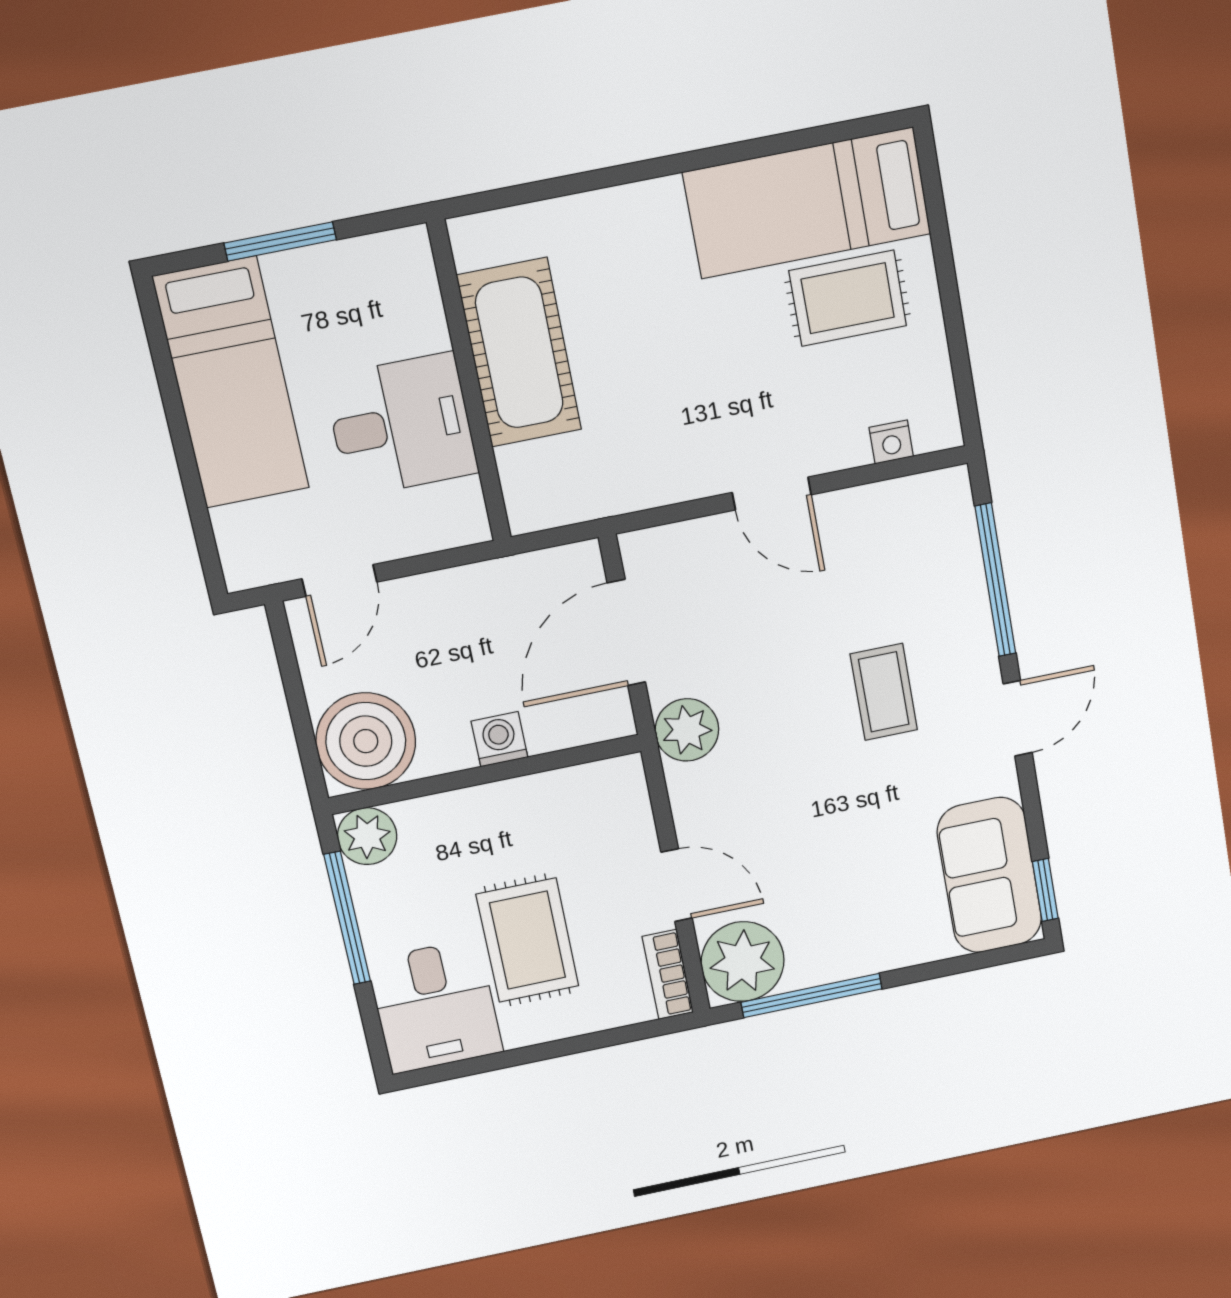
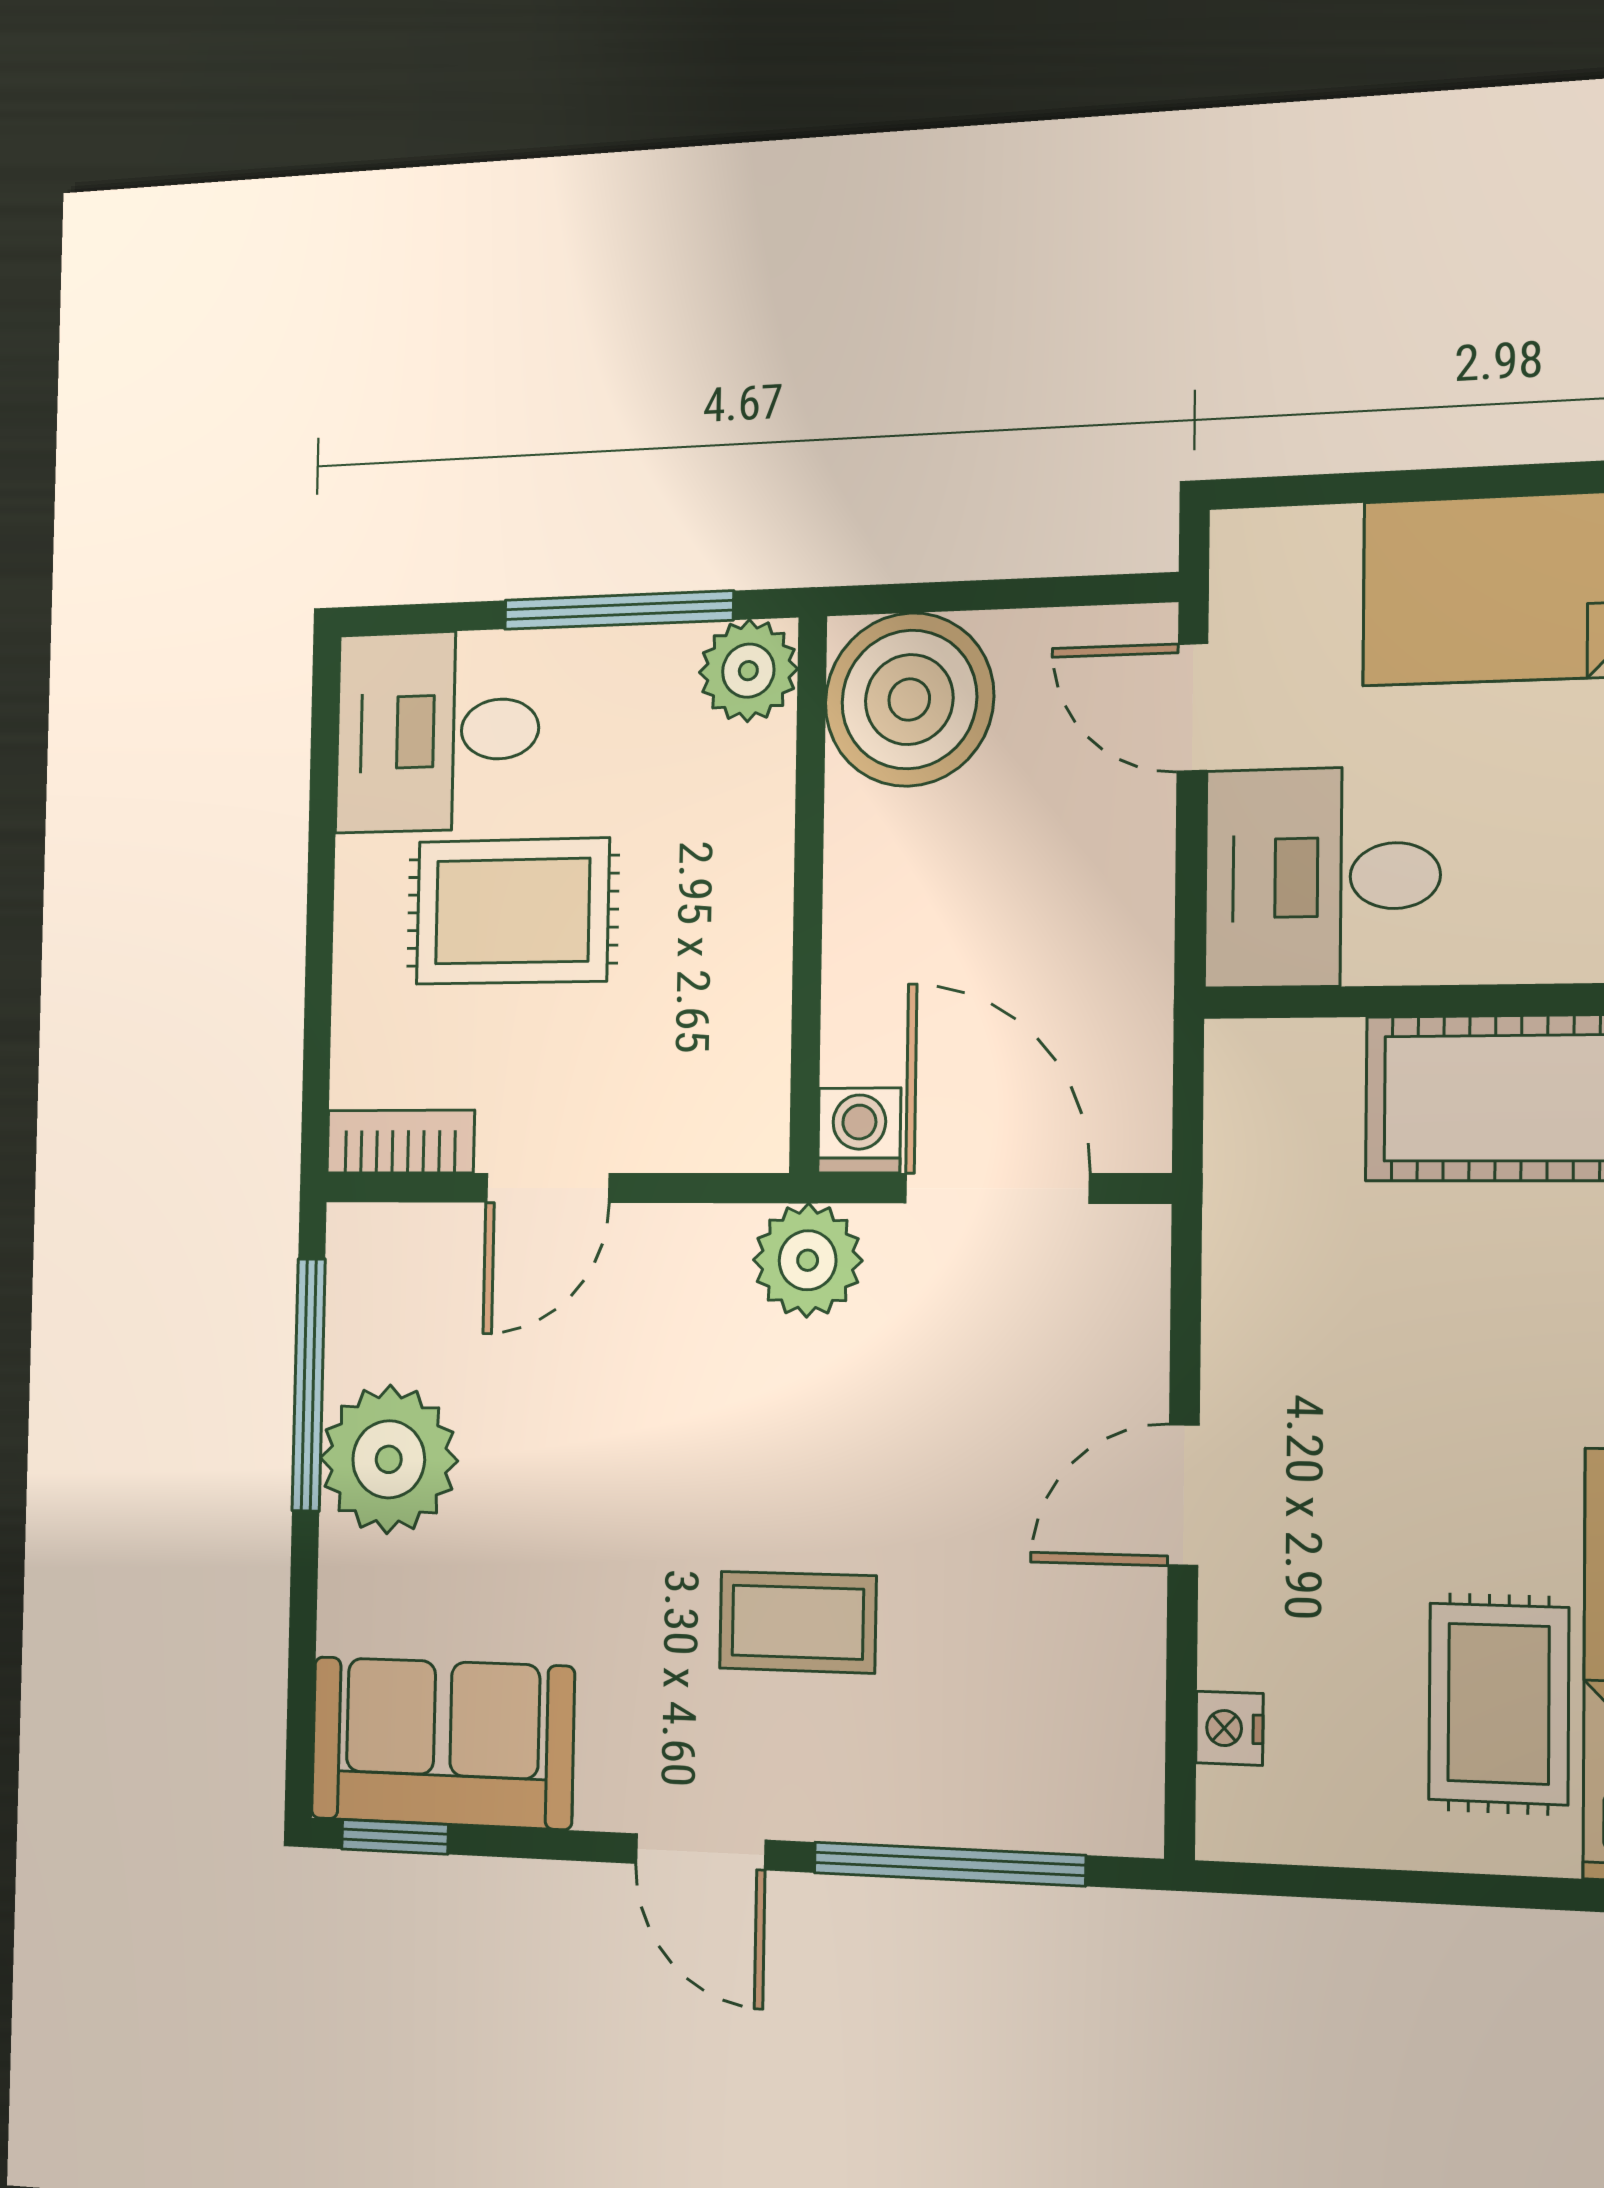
desk: (401, 425) -> (1322, 877), moved, turned 90
washing machine: (499, 739) -> (859, 1131), moved, turned -90
plant: (743, 962) -> (389, 1459), moved

